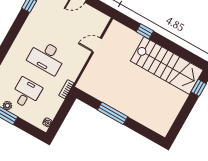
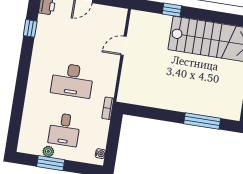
desk: (26, 93) -> (64, 130), turned 180
window: (113, 113) -> (202, 121), moved

